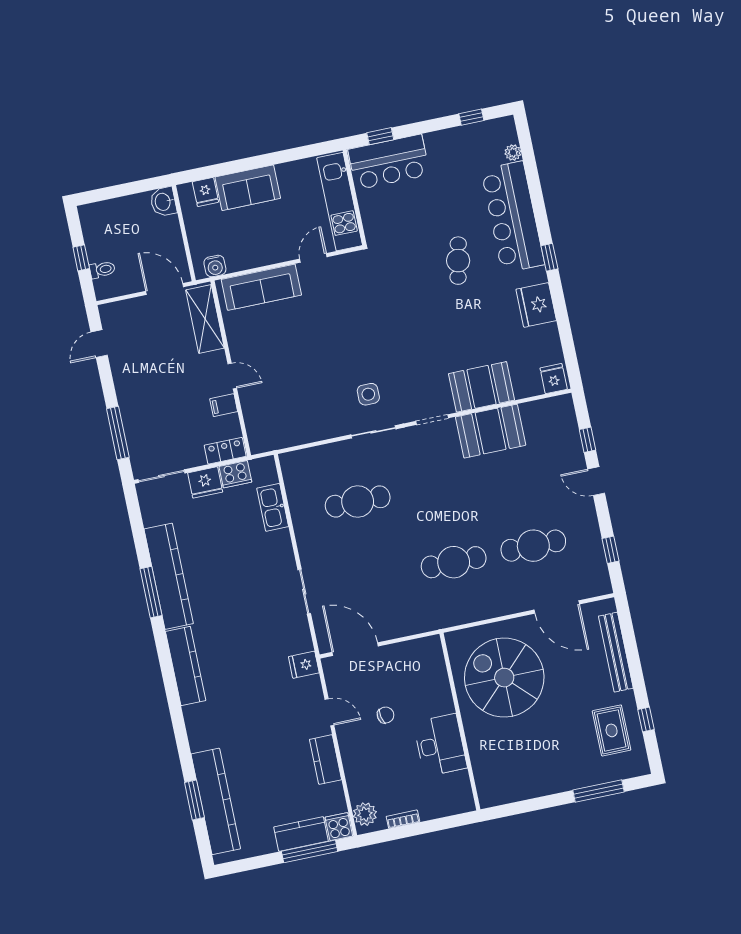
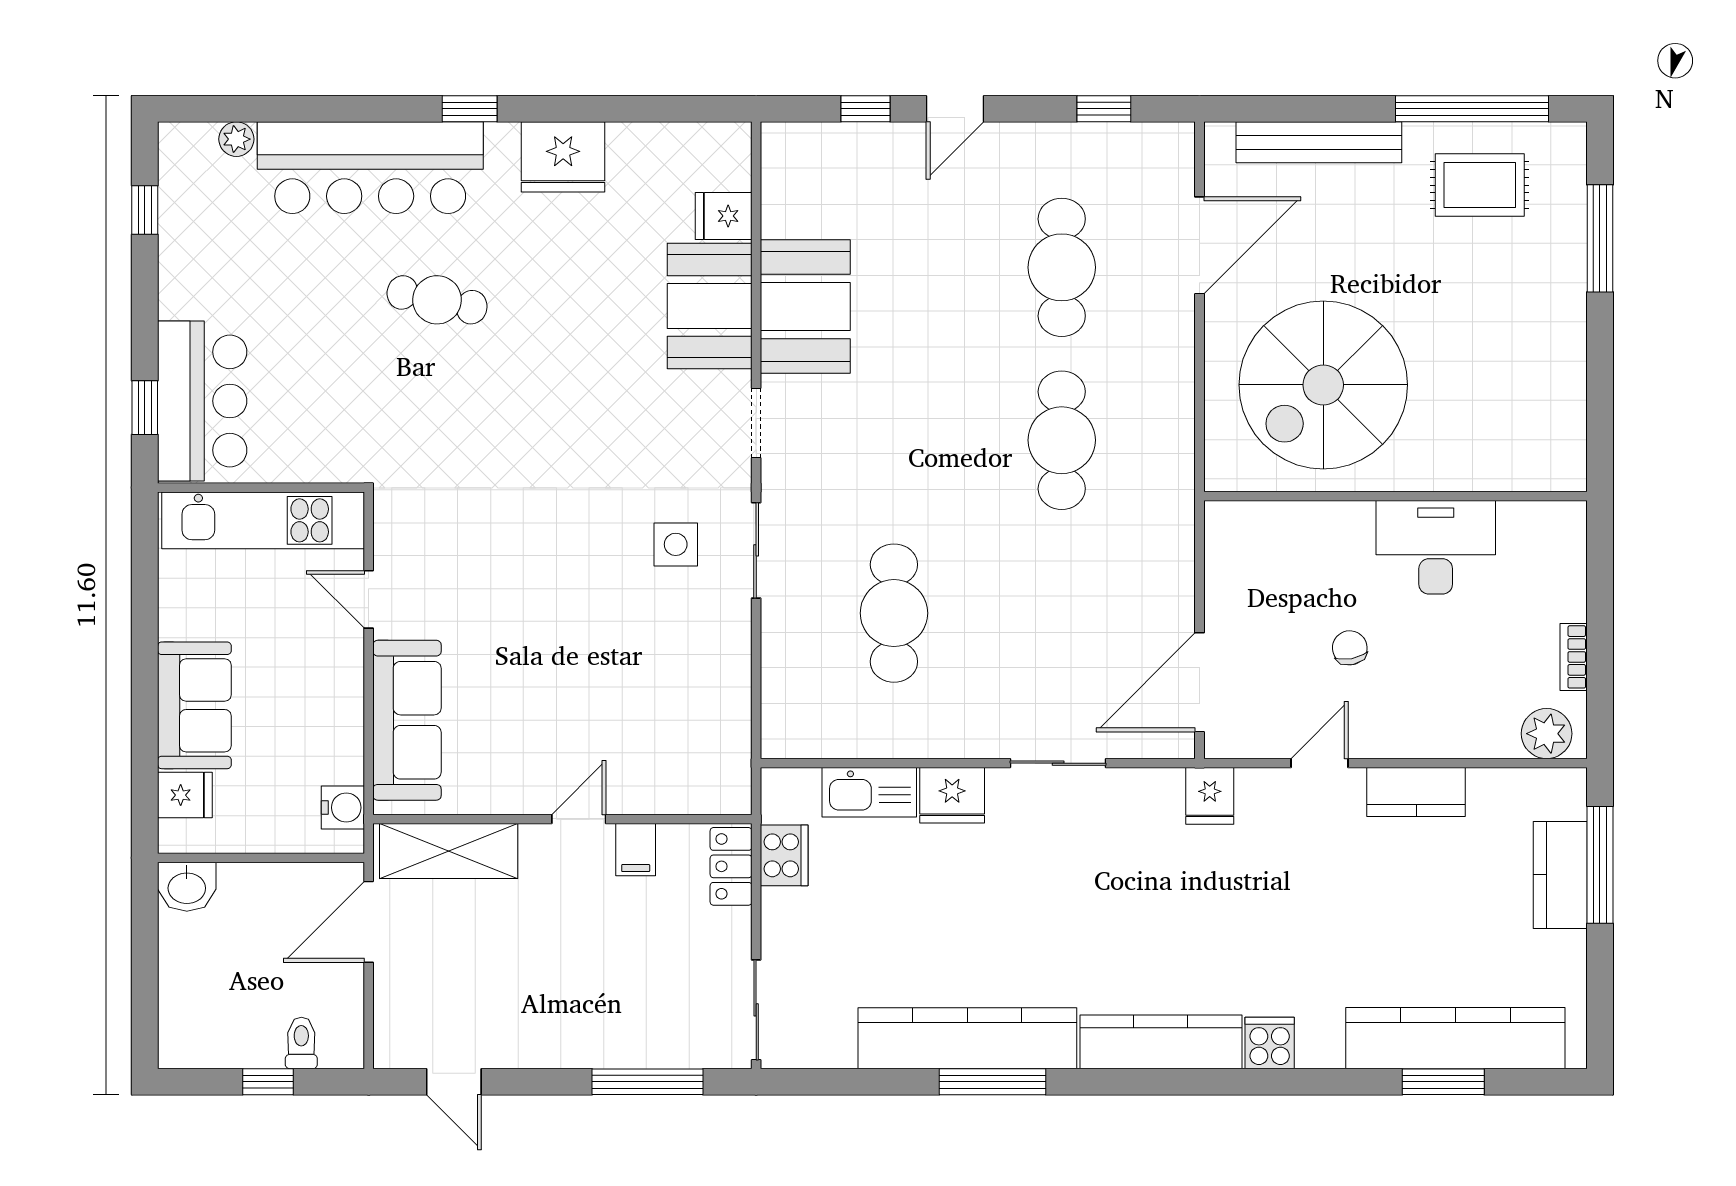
fridge: (554, 379) -> (724, 216), moved
fridge: (205, 482) -> (952, 795), moved, turned 90
window: (646, 720) -> (1472, 109), width x3.17
cooker: (339, 827) -> (1270, 1043), moved, turned 90

